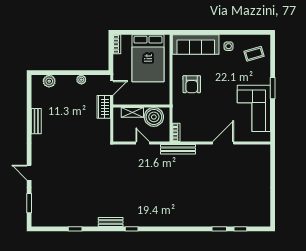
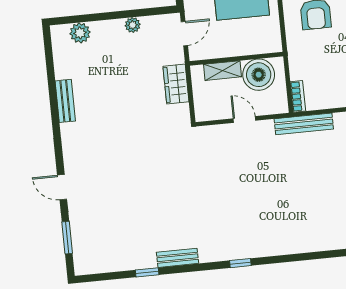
wardrobe: (104, 107) -> (176, 84), moved
bench: (111, 222) -> (178, 258), moved

